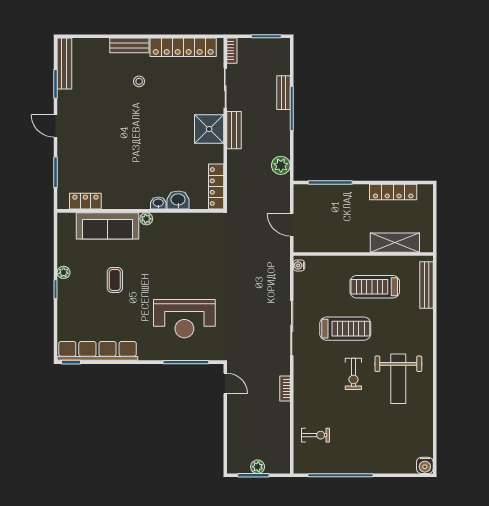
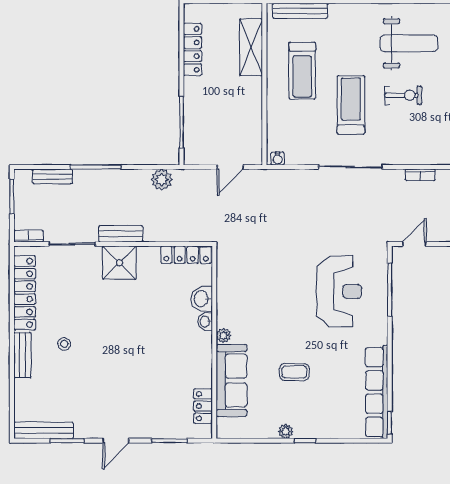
bench: (284, 93) -> (53, 176), moved

